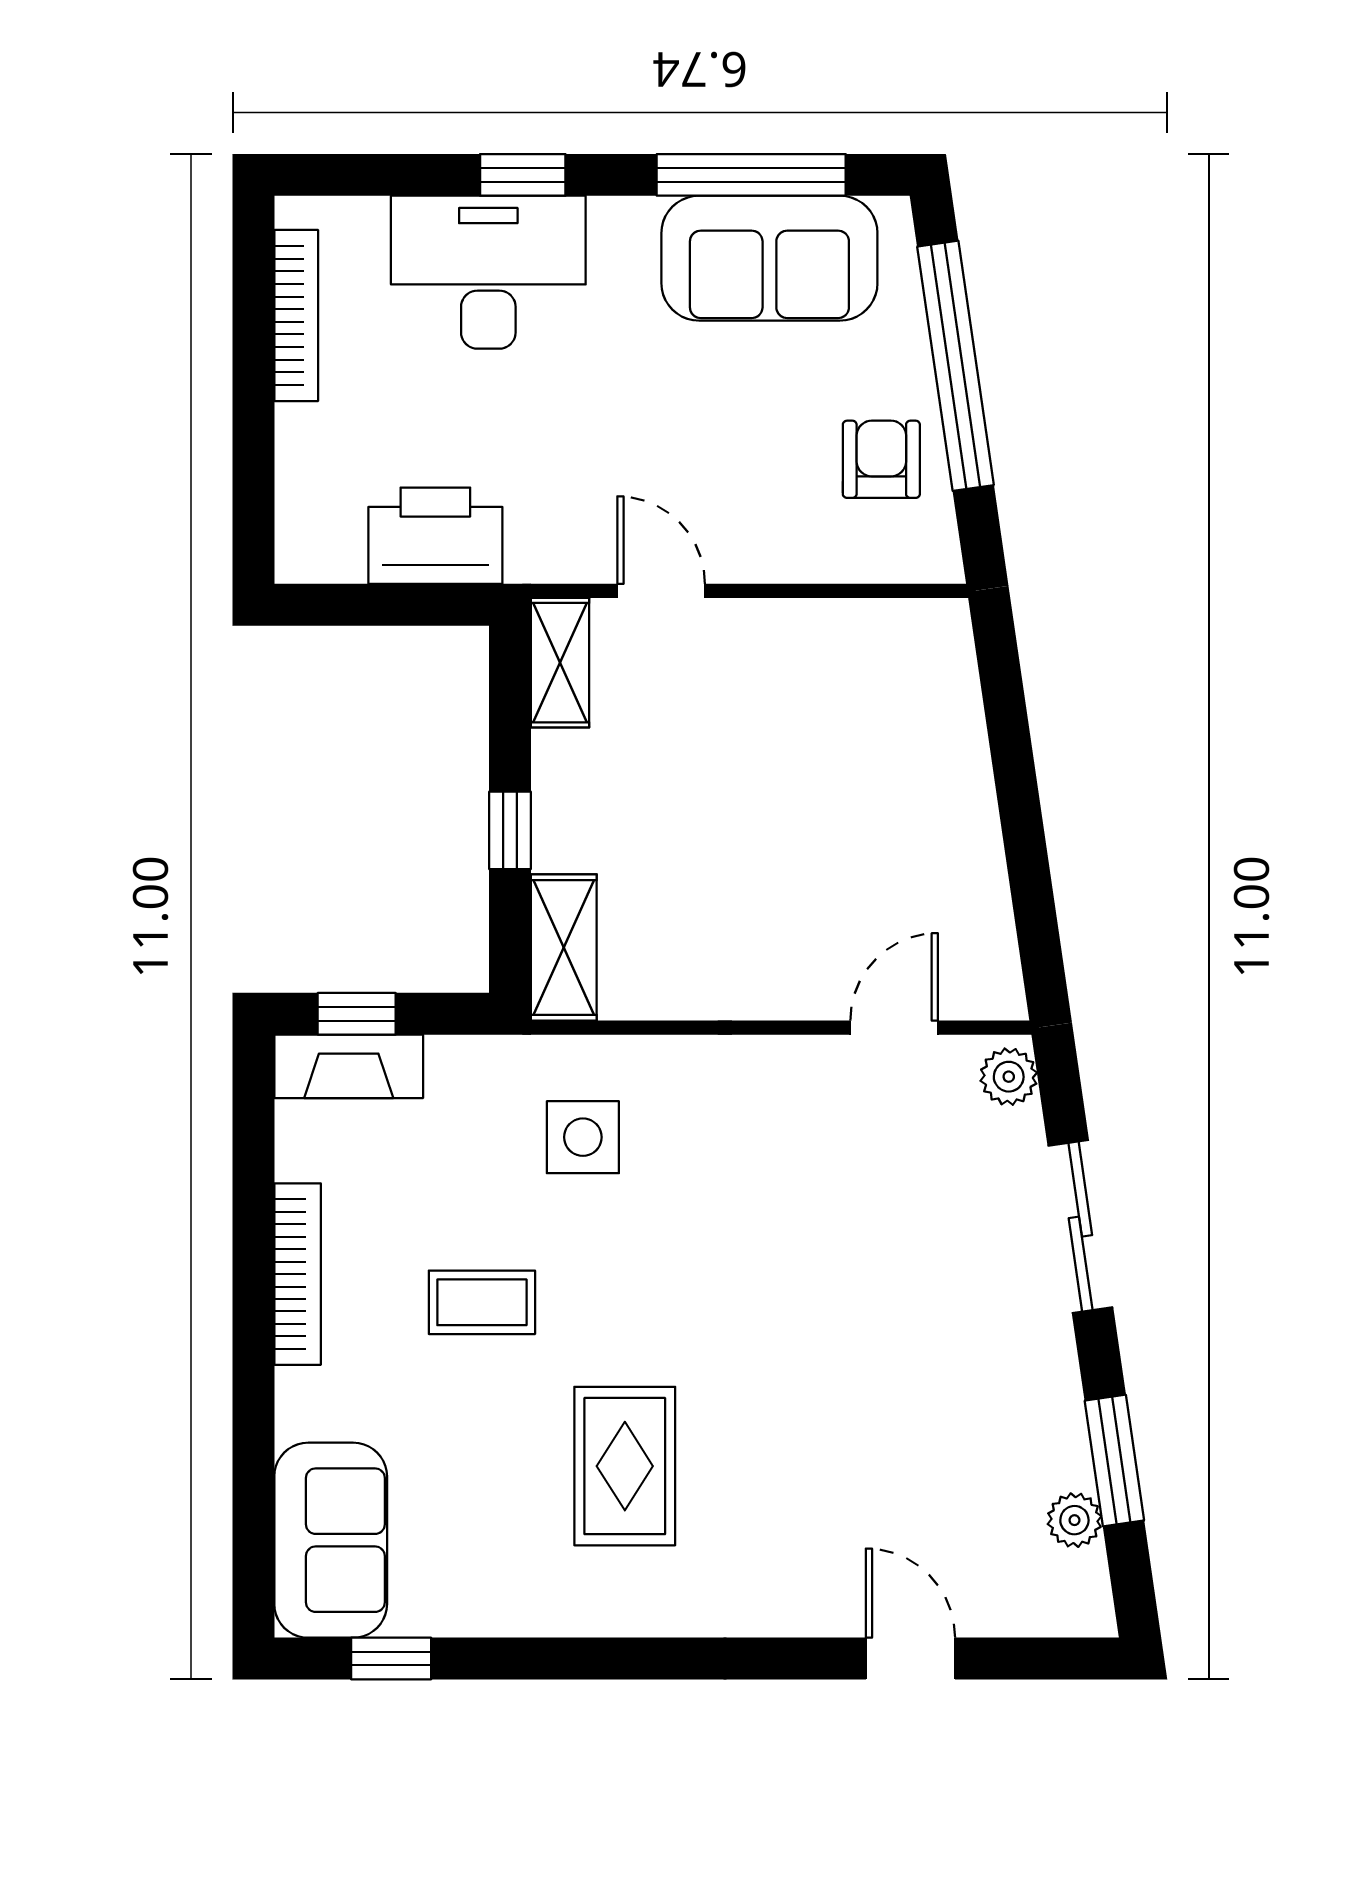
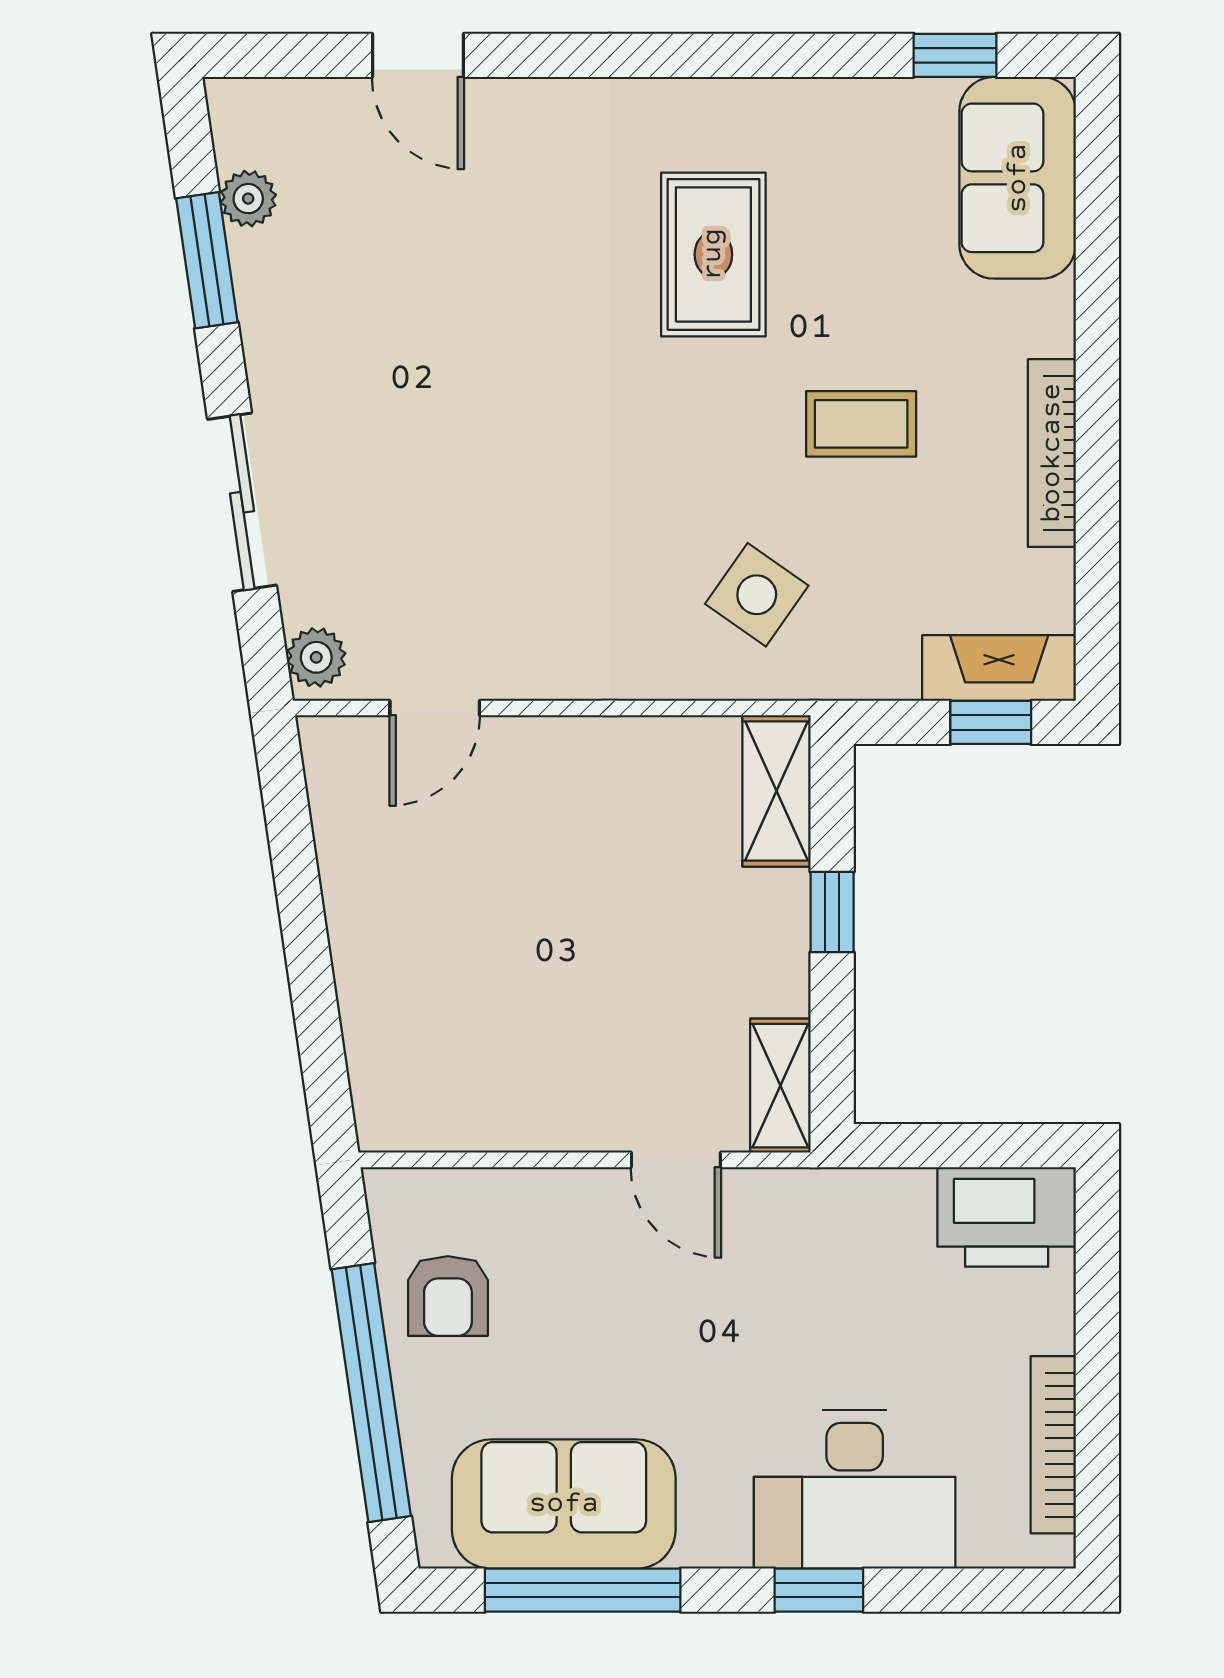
printer: (435, 536) -> (1007, 1217), moved
side table: (583, 1137) -> (757, 595), turned 35

